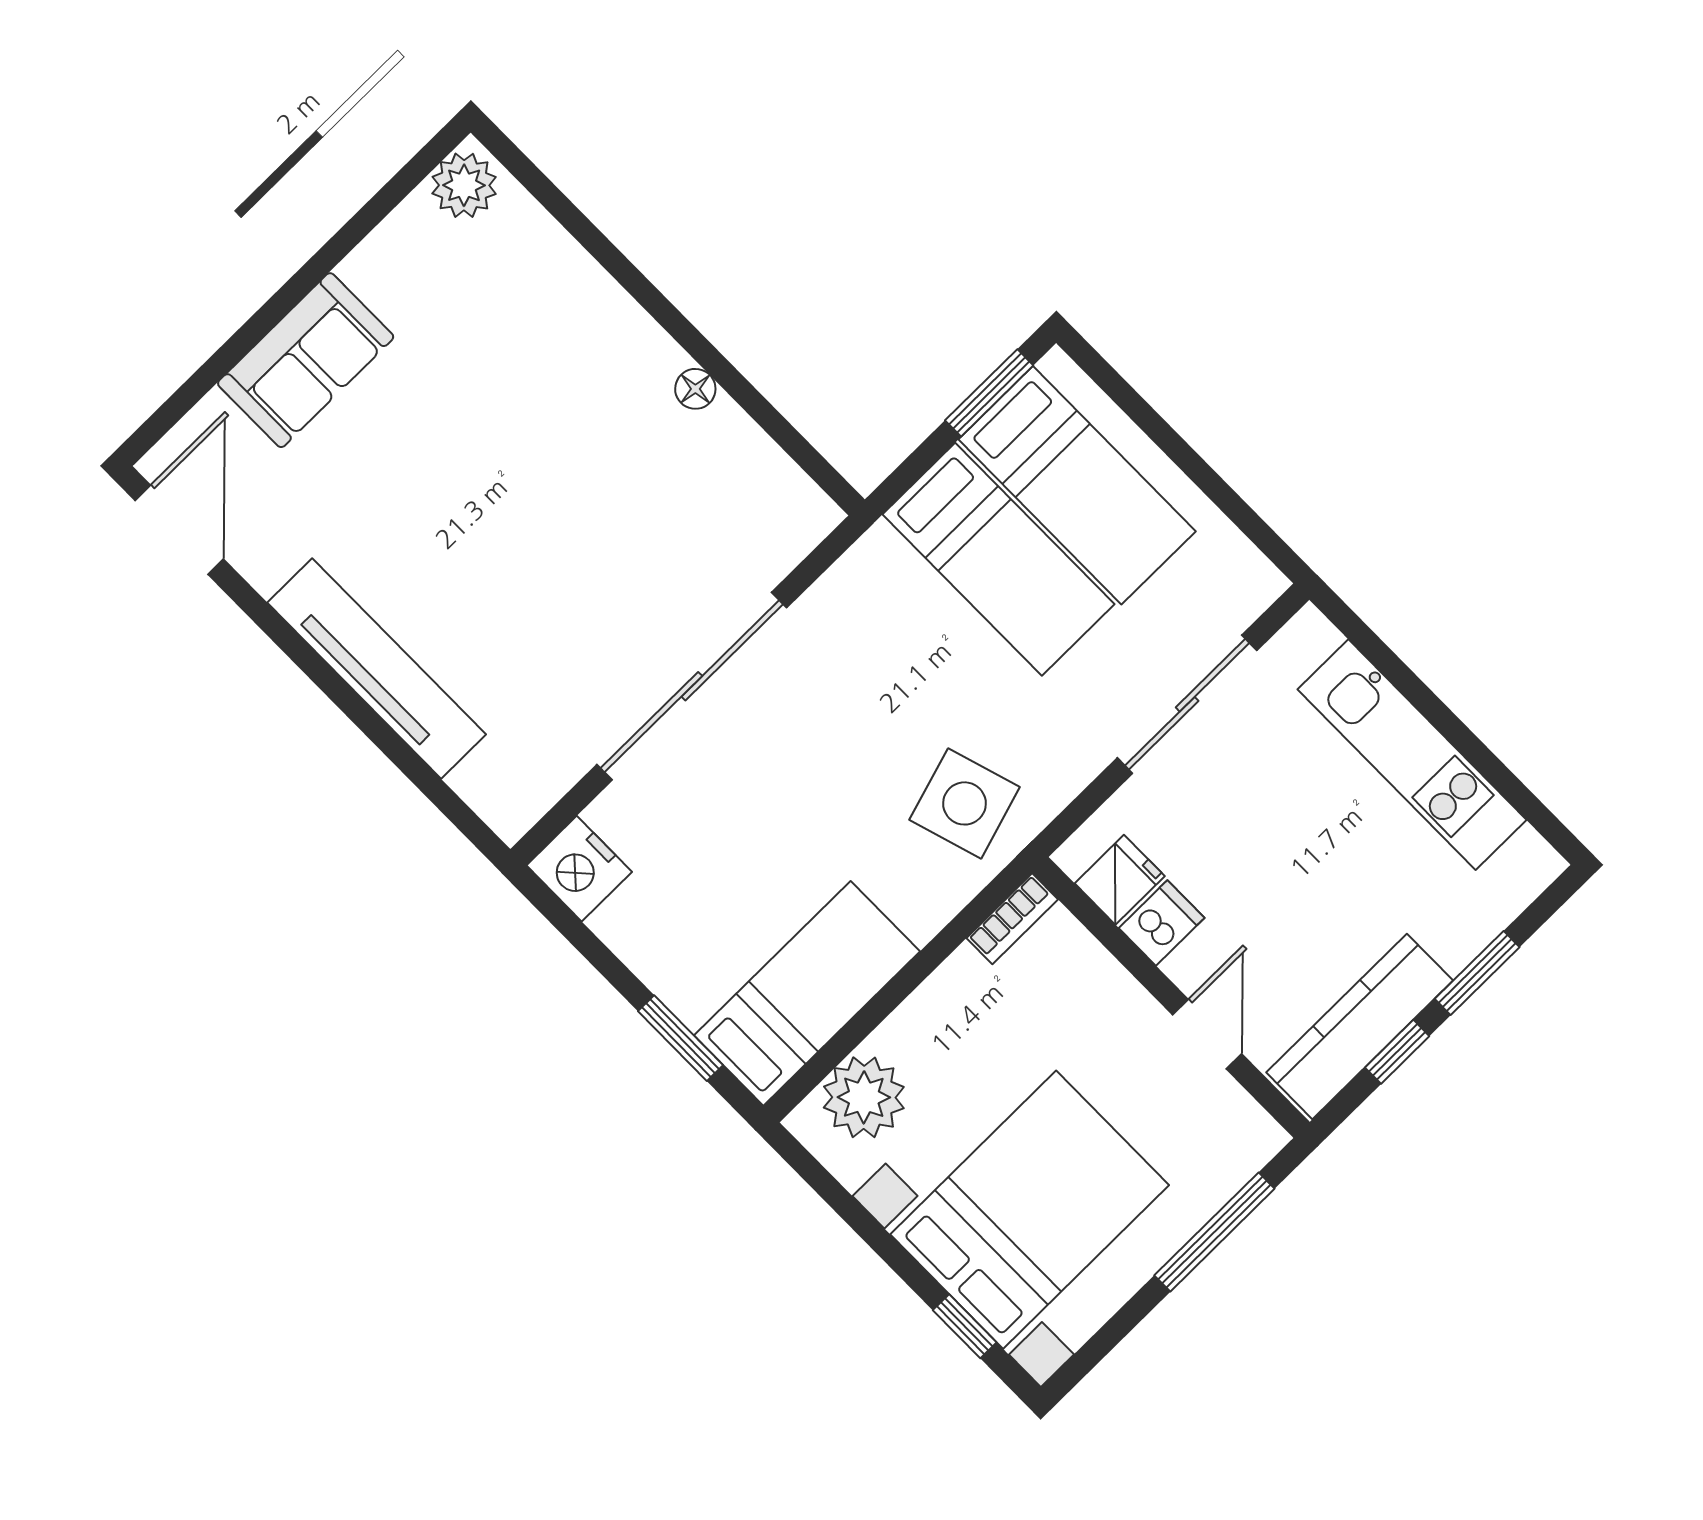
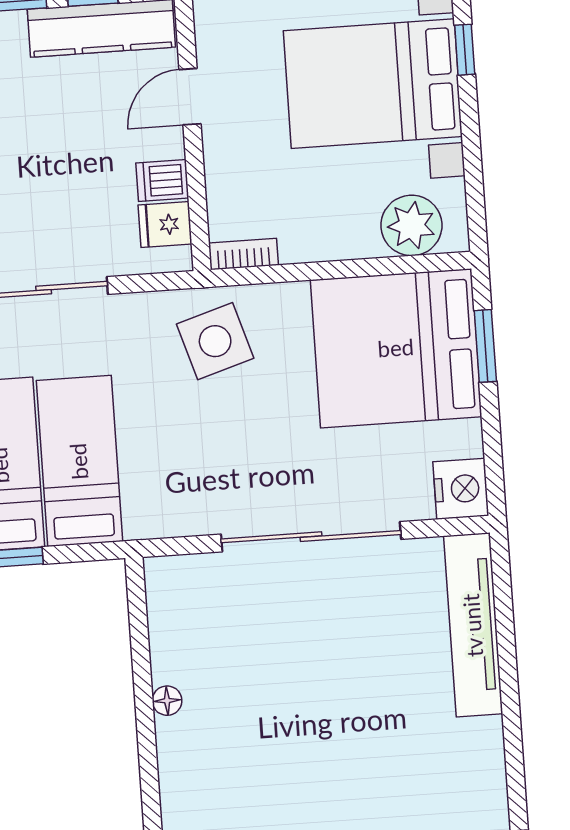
tv unit: (377, 669) -> (473, 625), moved
bed: (807, 993) -> (396, 348), width x2.04

